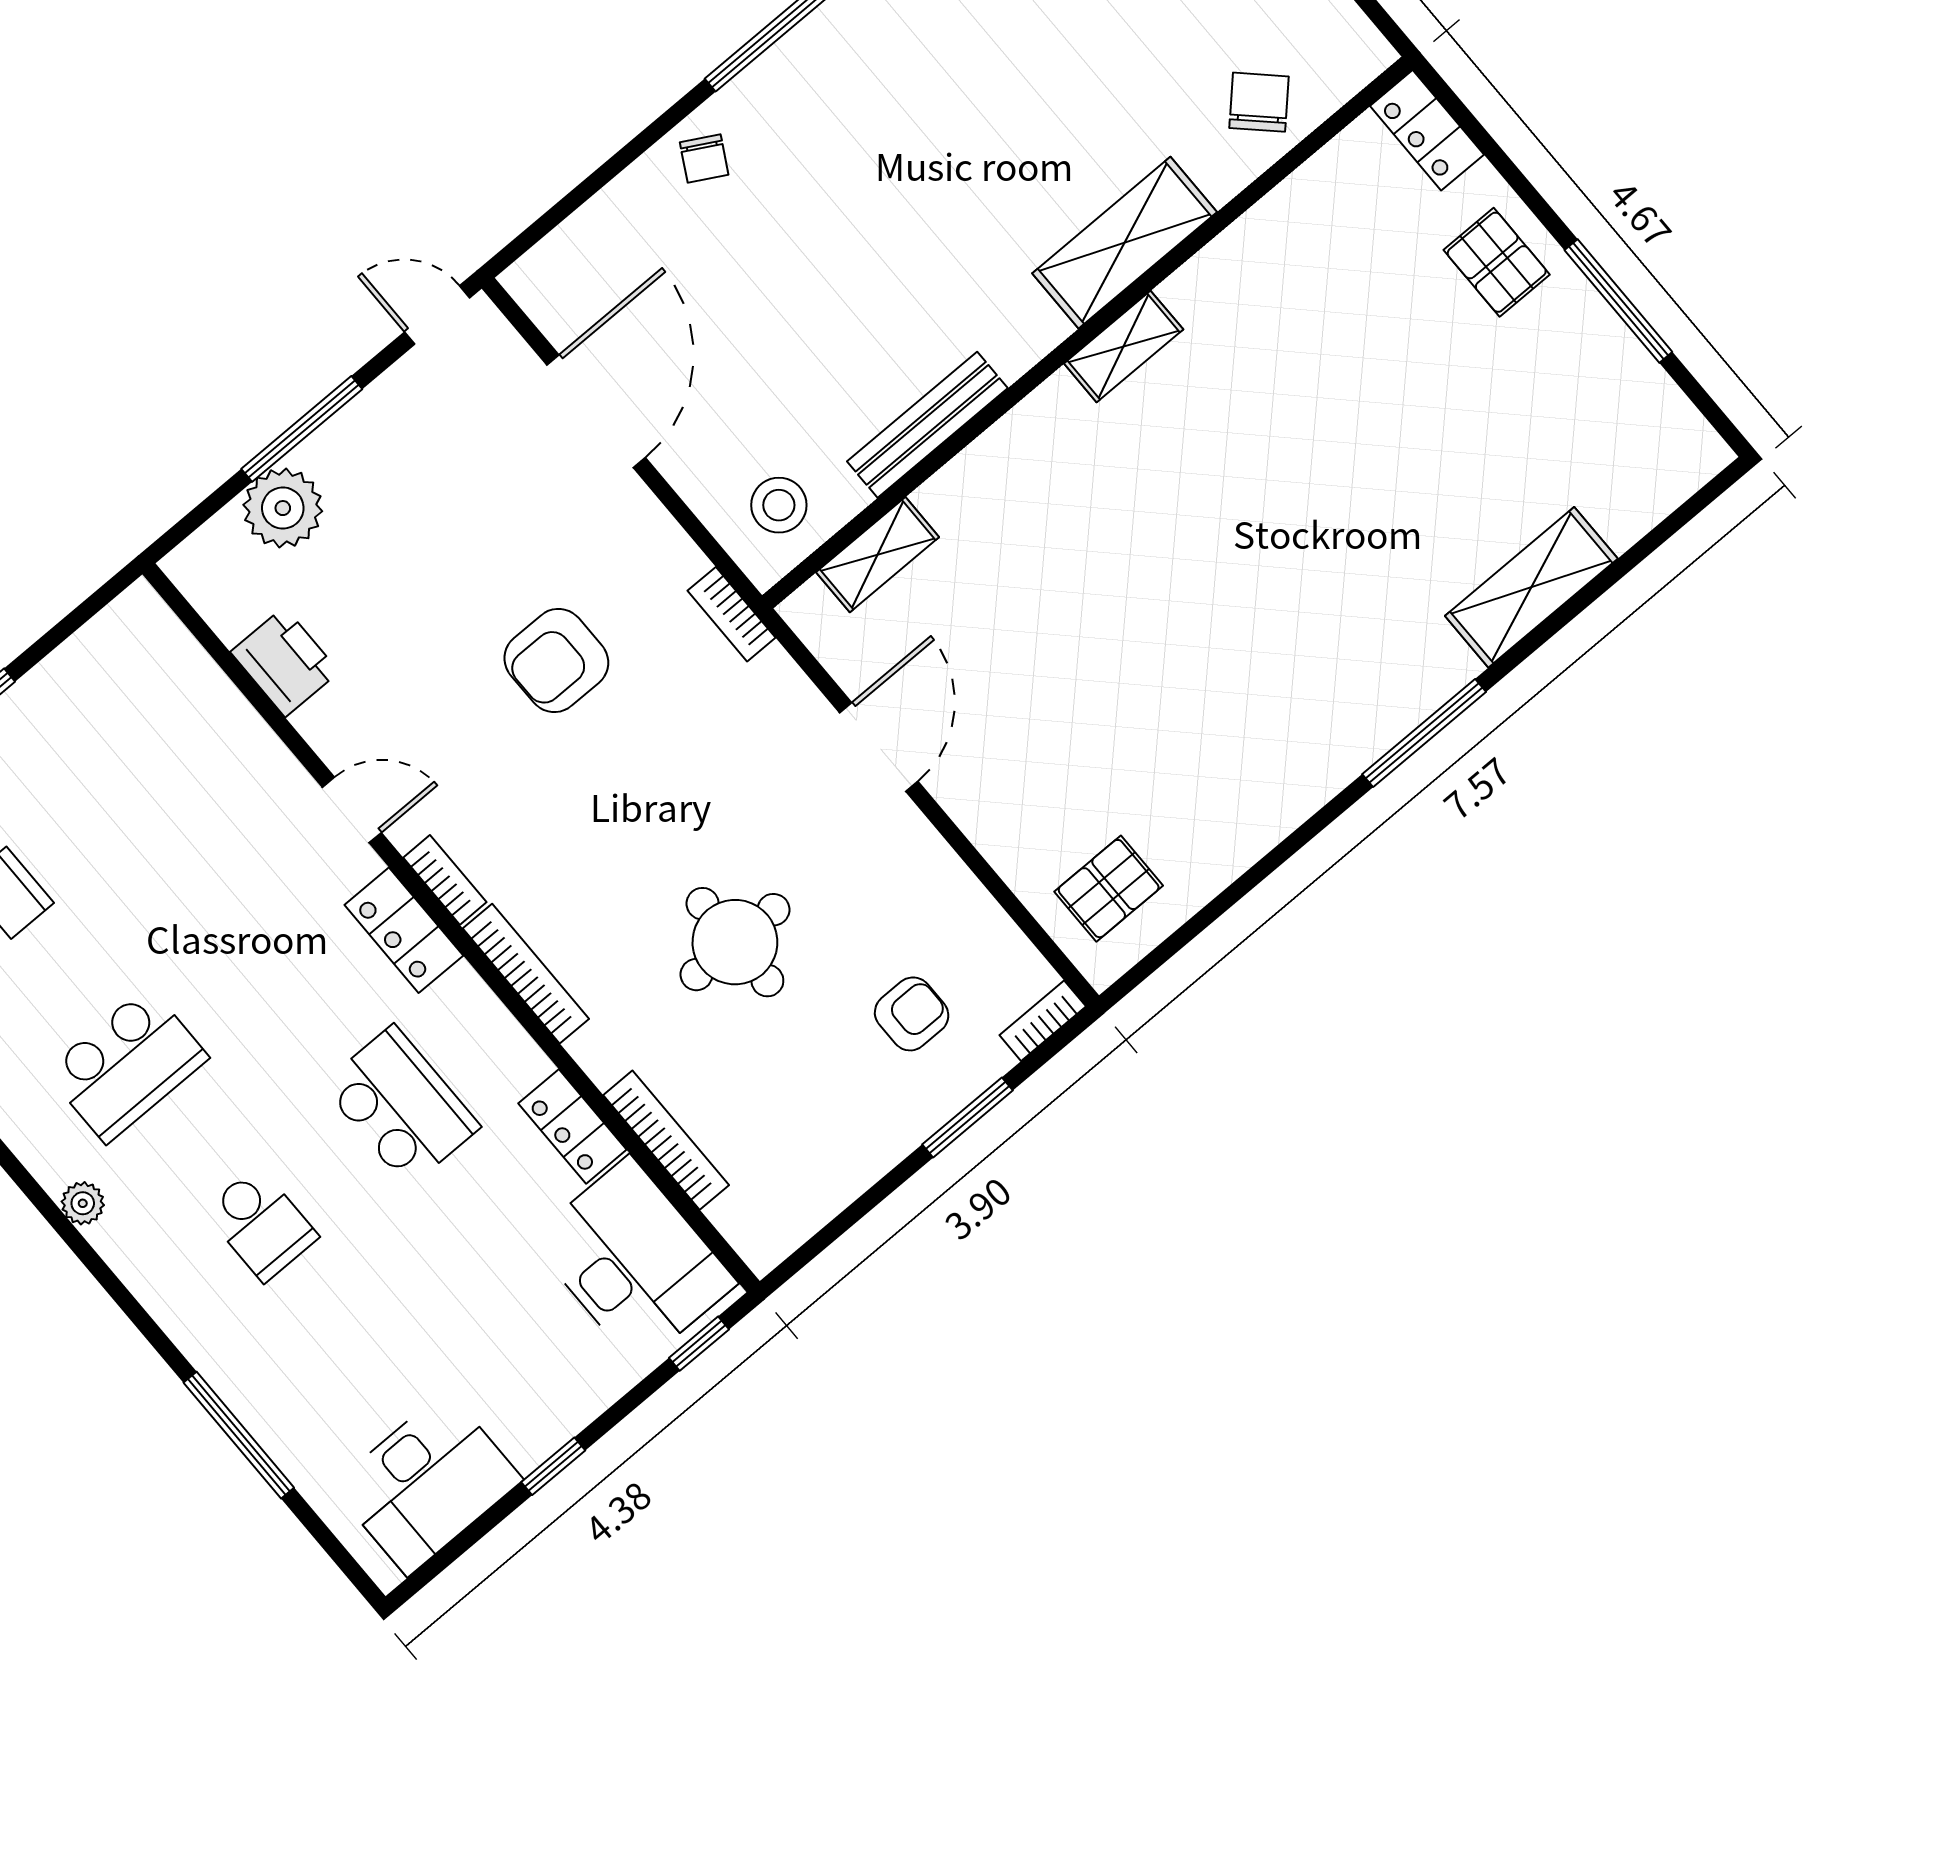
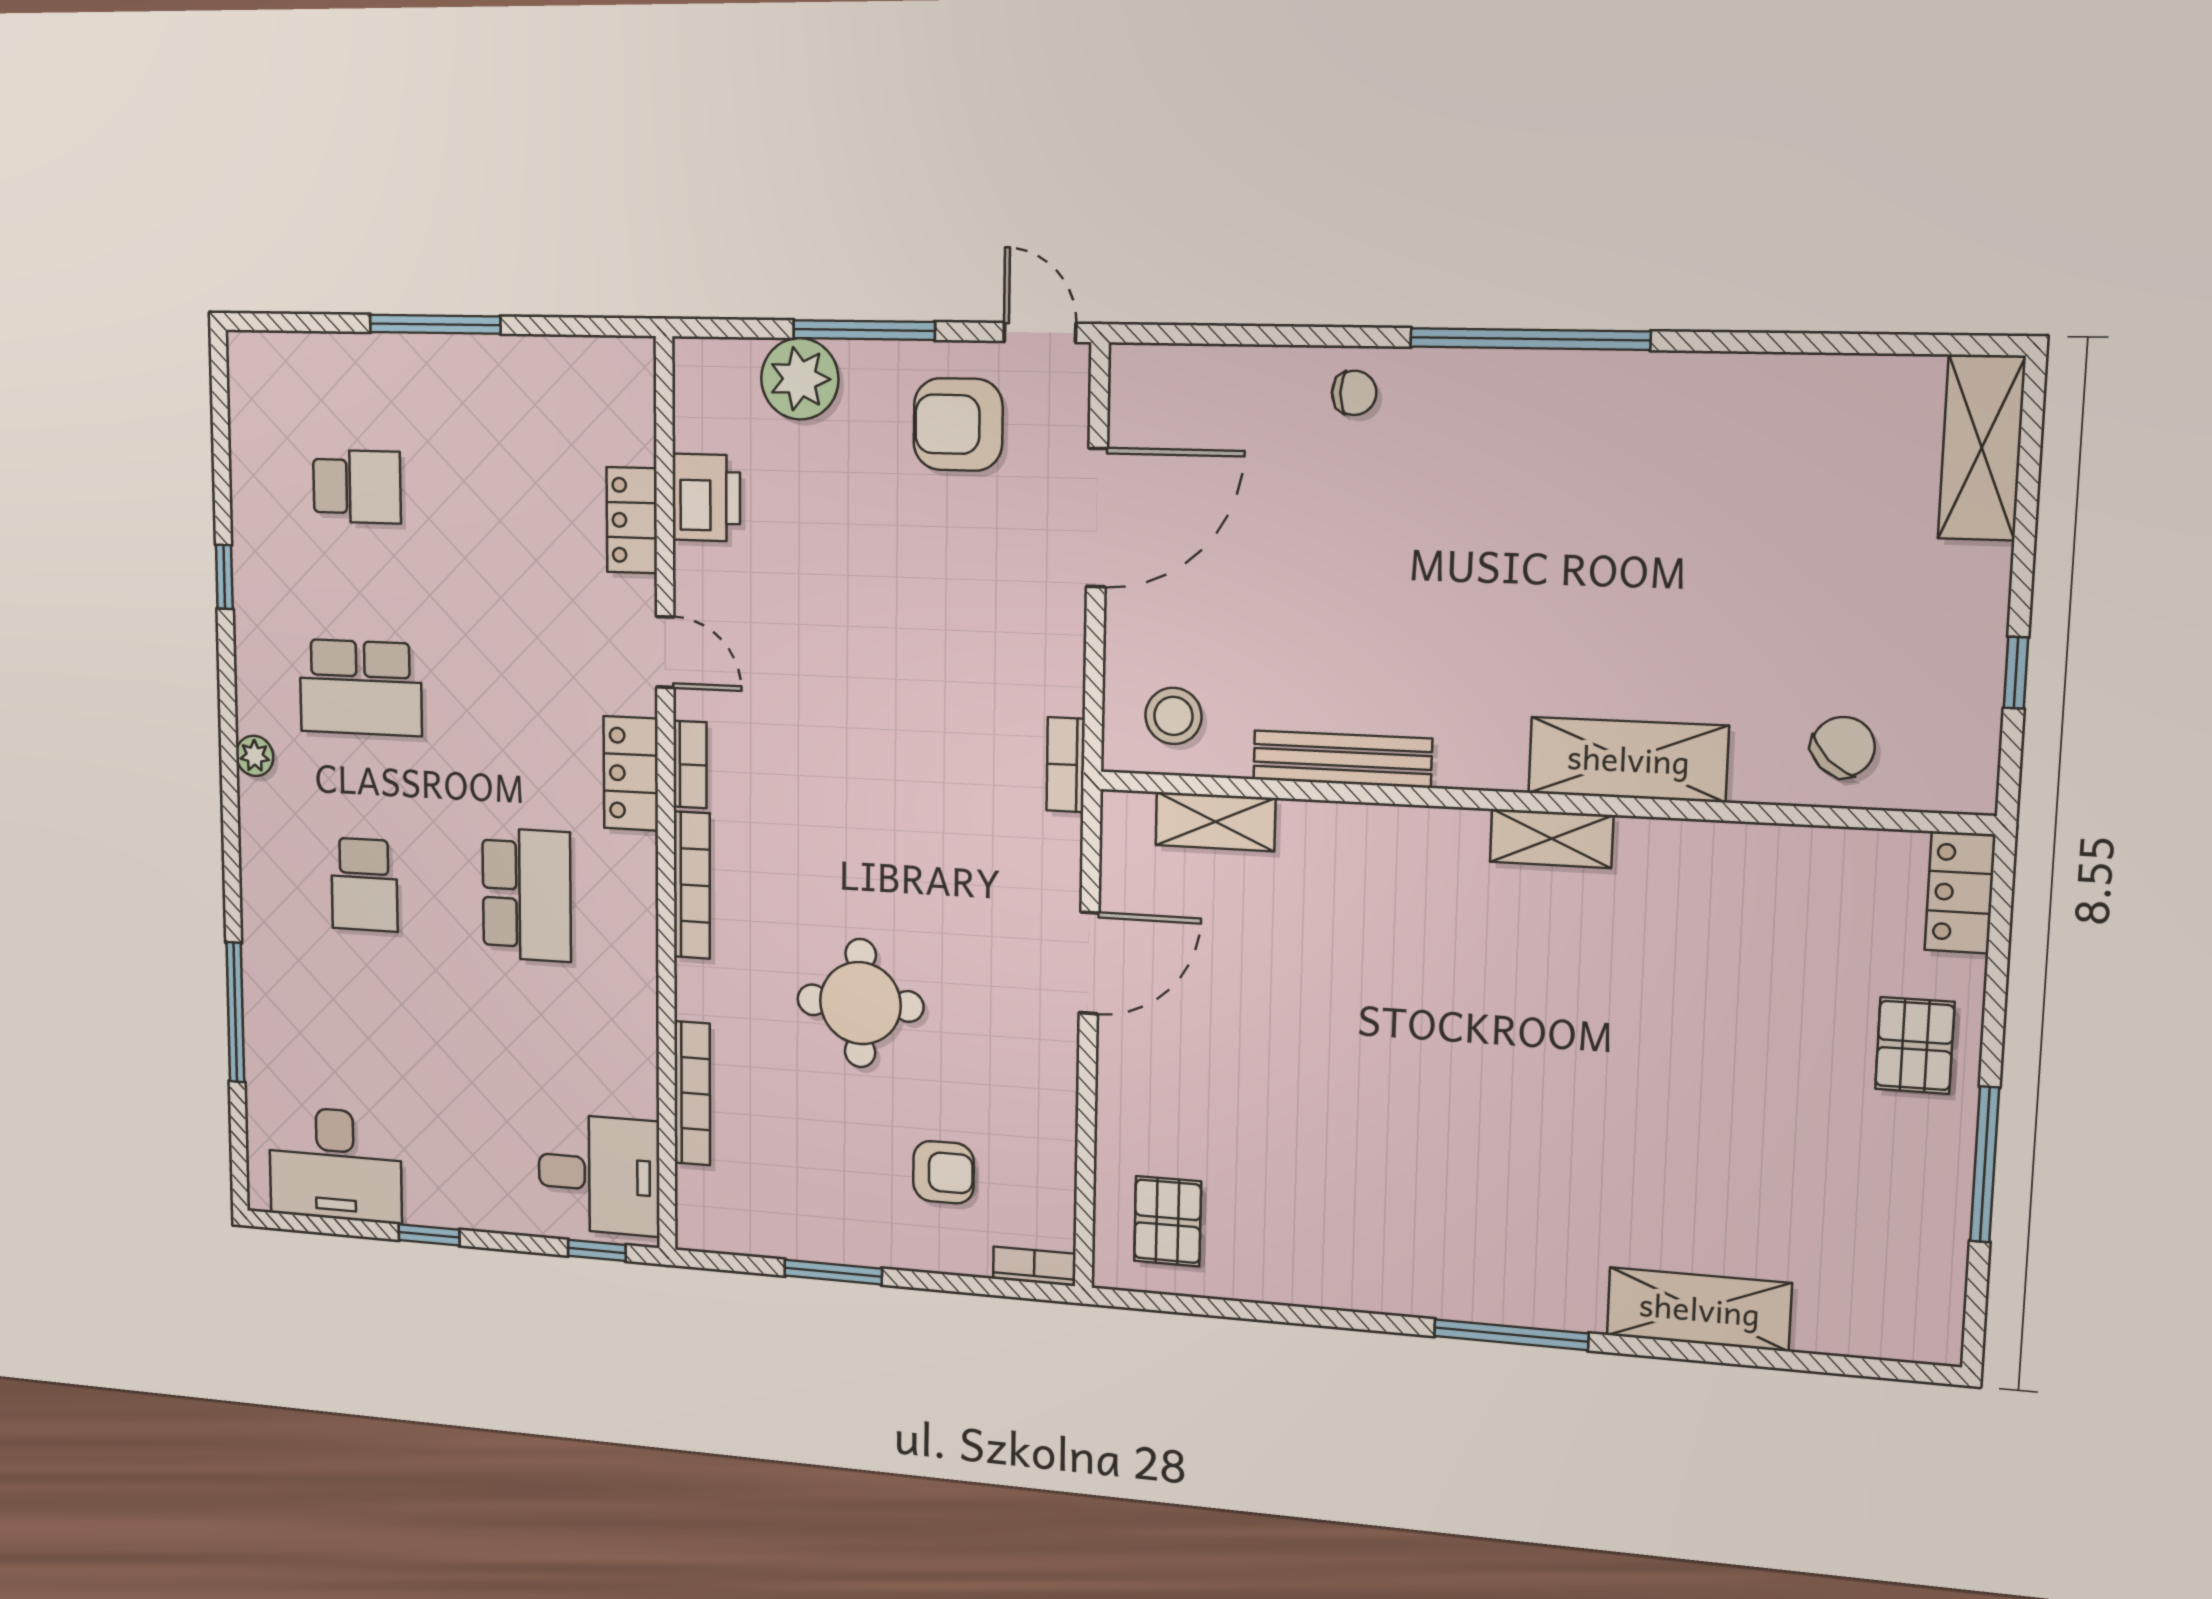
chair: (704, 158) -> (1354, 393), turned -119
armchair: (556, 660) -> (958, 424), moved
pallet: (1109, 889) -> (1168, 1221), turned 90
window: (967, 1117) -> (833, 1272), moved
locker: (572, 1127) -> (632, 520), moved
desk: (633, 1261) -> (599, 1174), width x0.73

